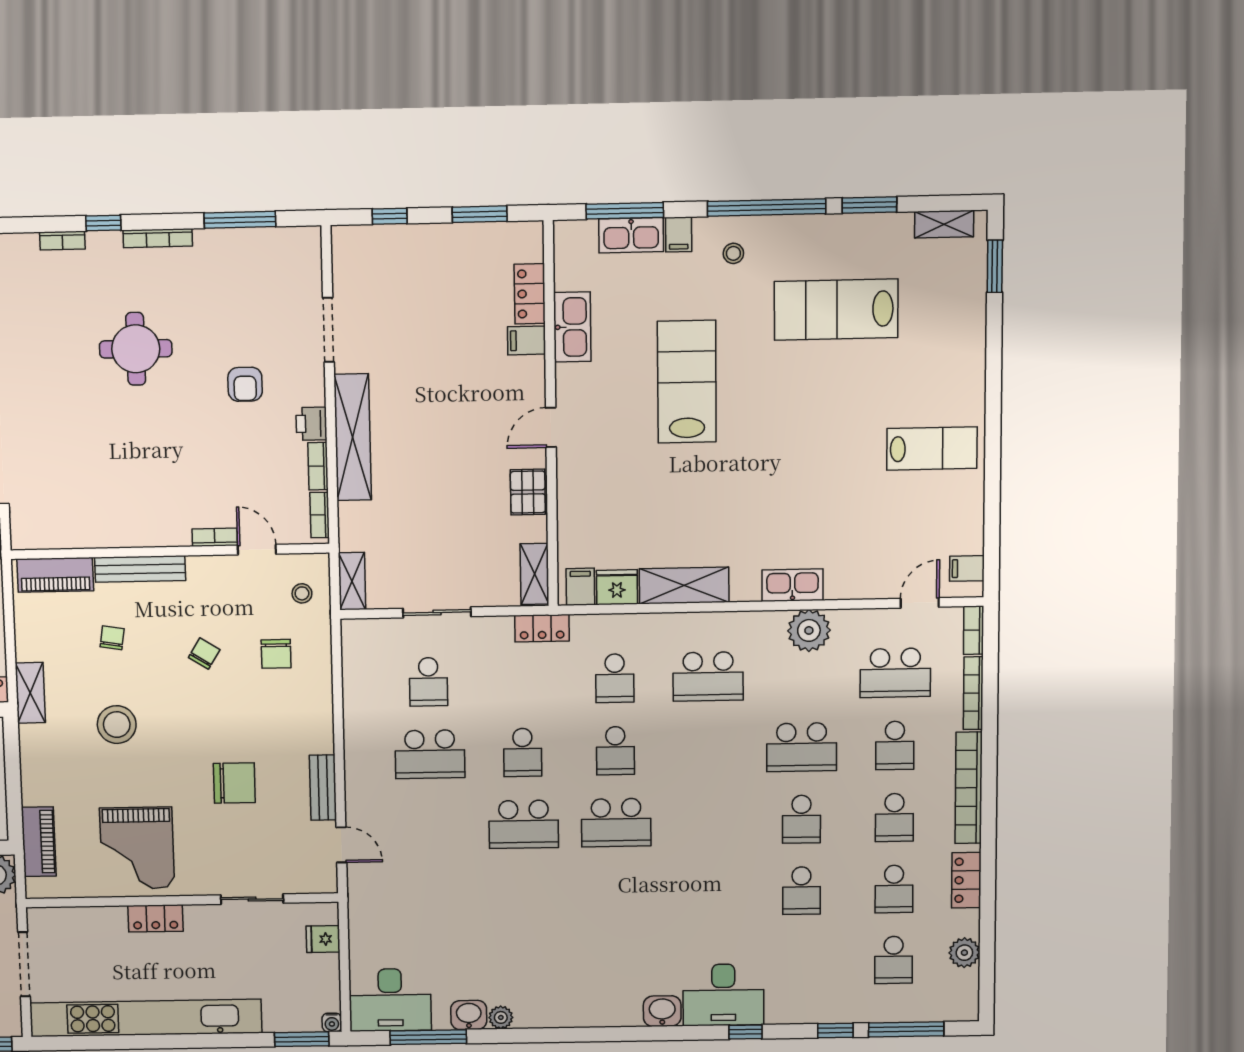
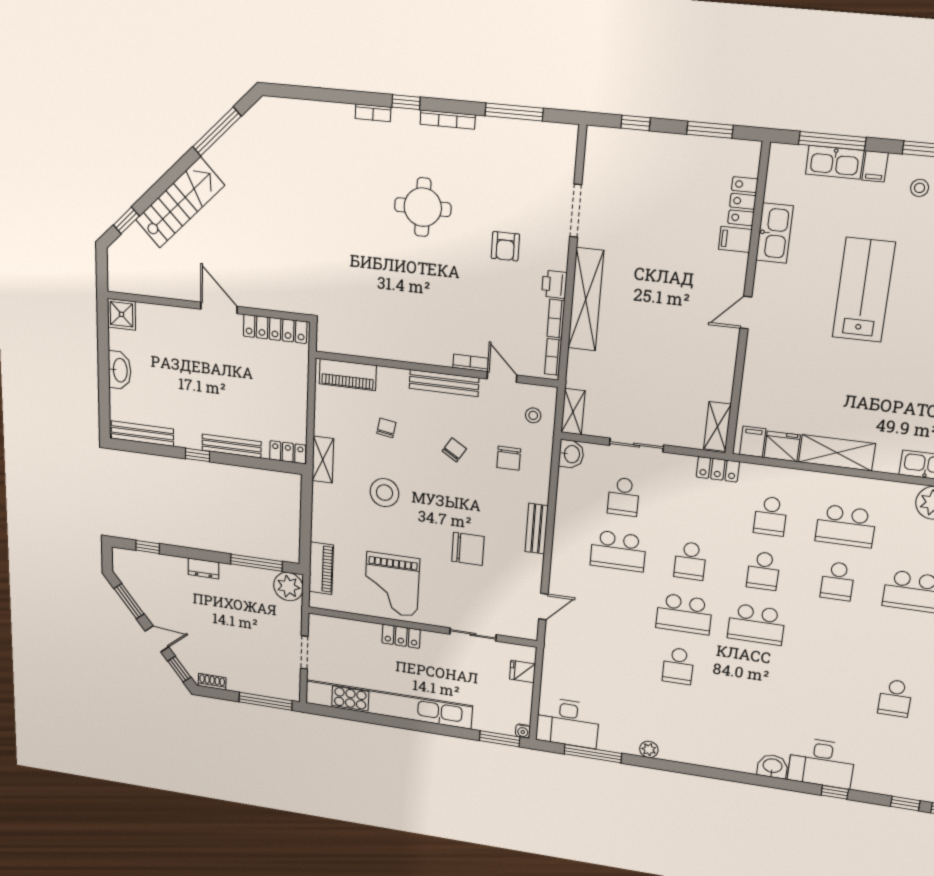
pallet: (528, 492) -> (720, 362), removed
bench: (140, 569) -> (444, 383), moved
bench: (323, 788) -> (537, 529), moved
school desk: (801, 819) -> (837, 581), moved
door: (341, 845) -> (543, 607), hinge flipped
school desk: (525, 895) -> (678, 666), added
doorway: (24, 964) -> (304, 652), width x0.73
washbasin: (469, 1015) -> (571, 454), moved, turned 90

